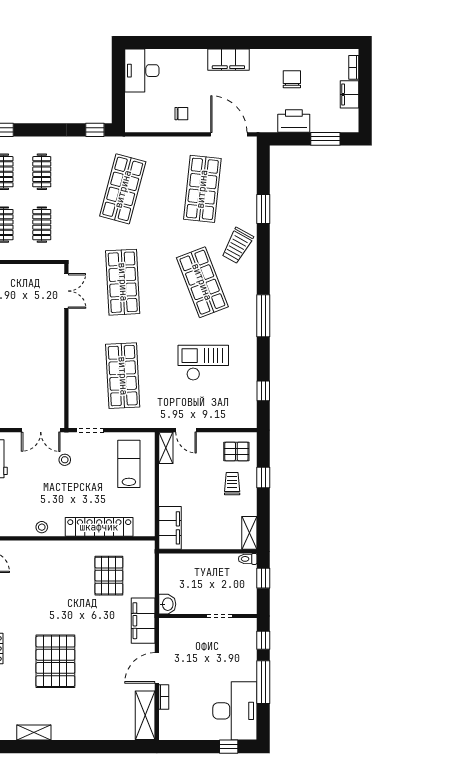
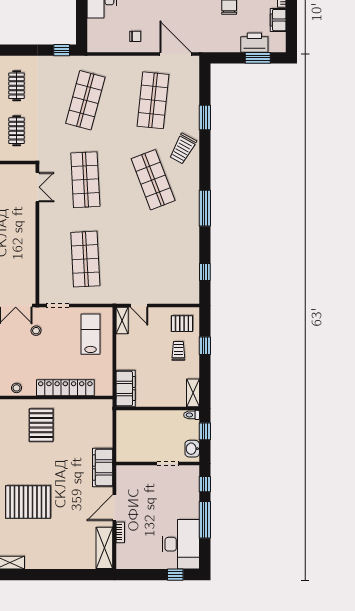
printer: (294, 121) -> (254, 43), moved
checkout: (203, 363) -> (154, 248), removed
pallet: (109, 576) -> (41, 425), moved
washbasin: (167, 604) -> (192, 449), moved, turned 180
pallet: (55, 661) -> (28, 502), turned 90

